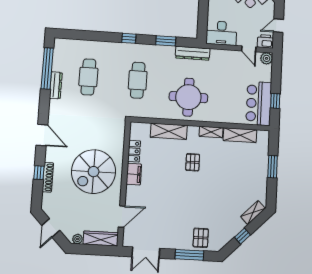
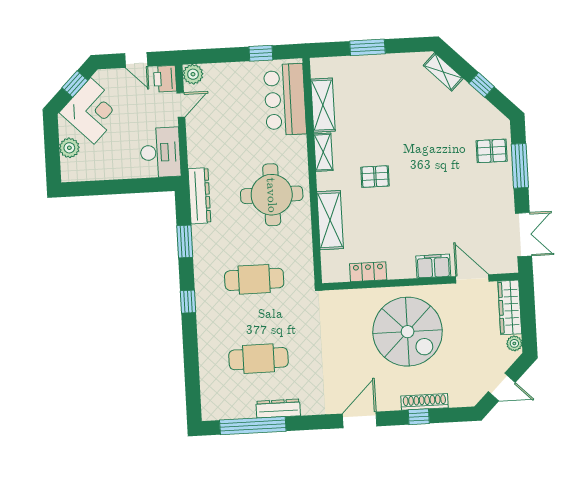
bar counter: (259, 103) -> (285, 100), moved, turned 90
filing cabinet: (134, 174) -> (433, 266), moved

